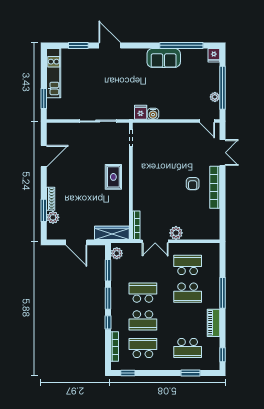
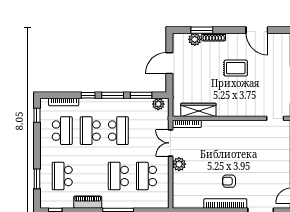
rug: (113, 177) -> (236, 68), moved
wardrobe: (112, 233) -> (198, 110), moved, turned -90
school desk: (188, 265) -> (146, 176), turned 180

